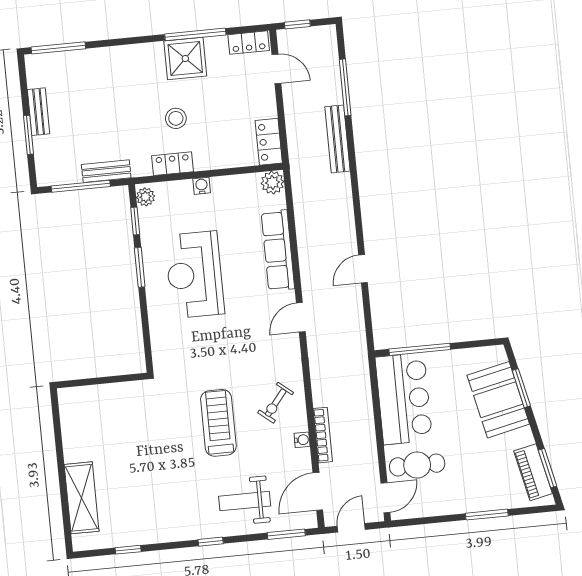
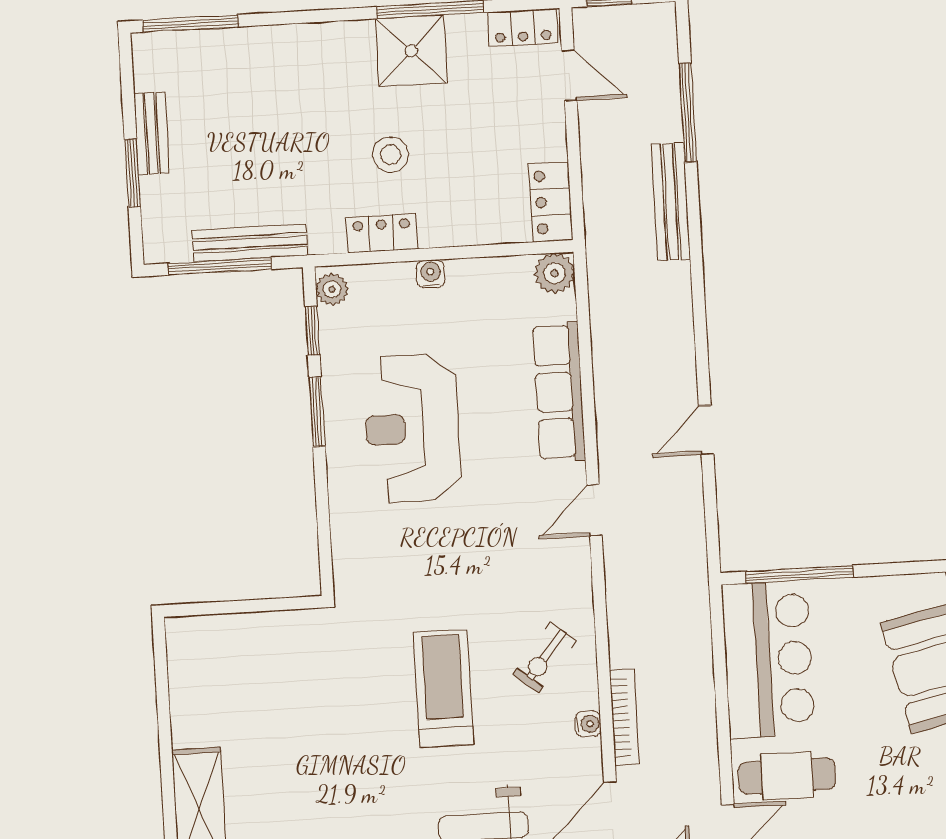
bench: (106, 171) -> (250, 243), width x1.36

